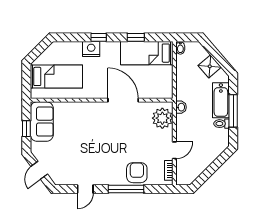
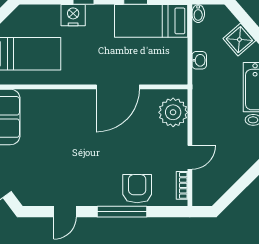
door: (123, 100) -> (118, 87), swing flipped
washbasin: (181, 107) -> (199, 60), moved

